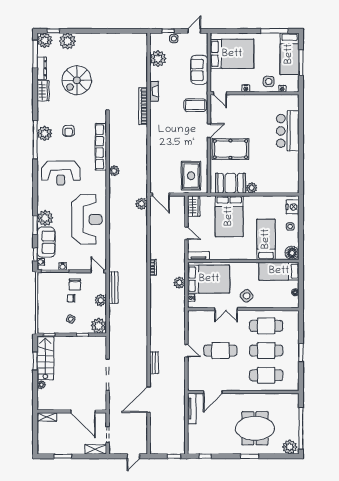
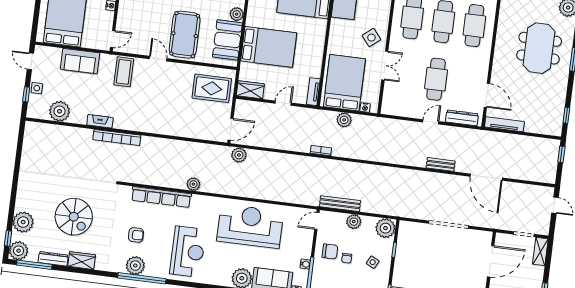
dresser: (193, 375) -> (462, 118), added

